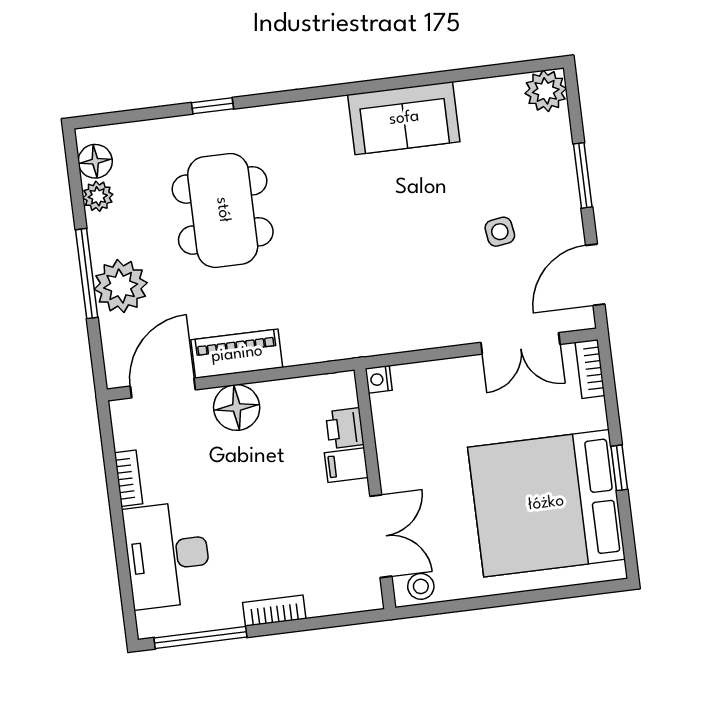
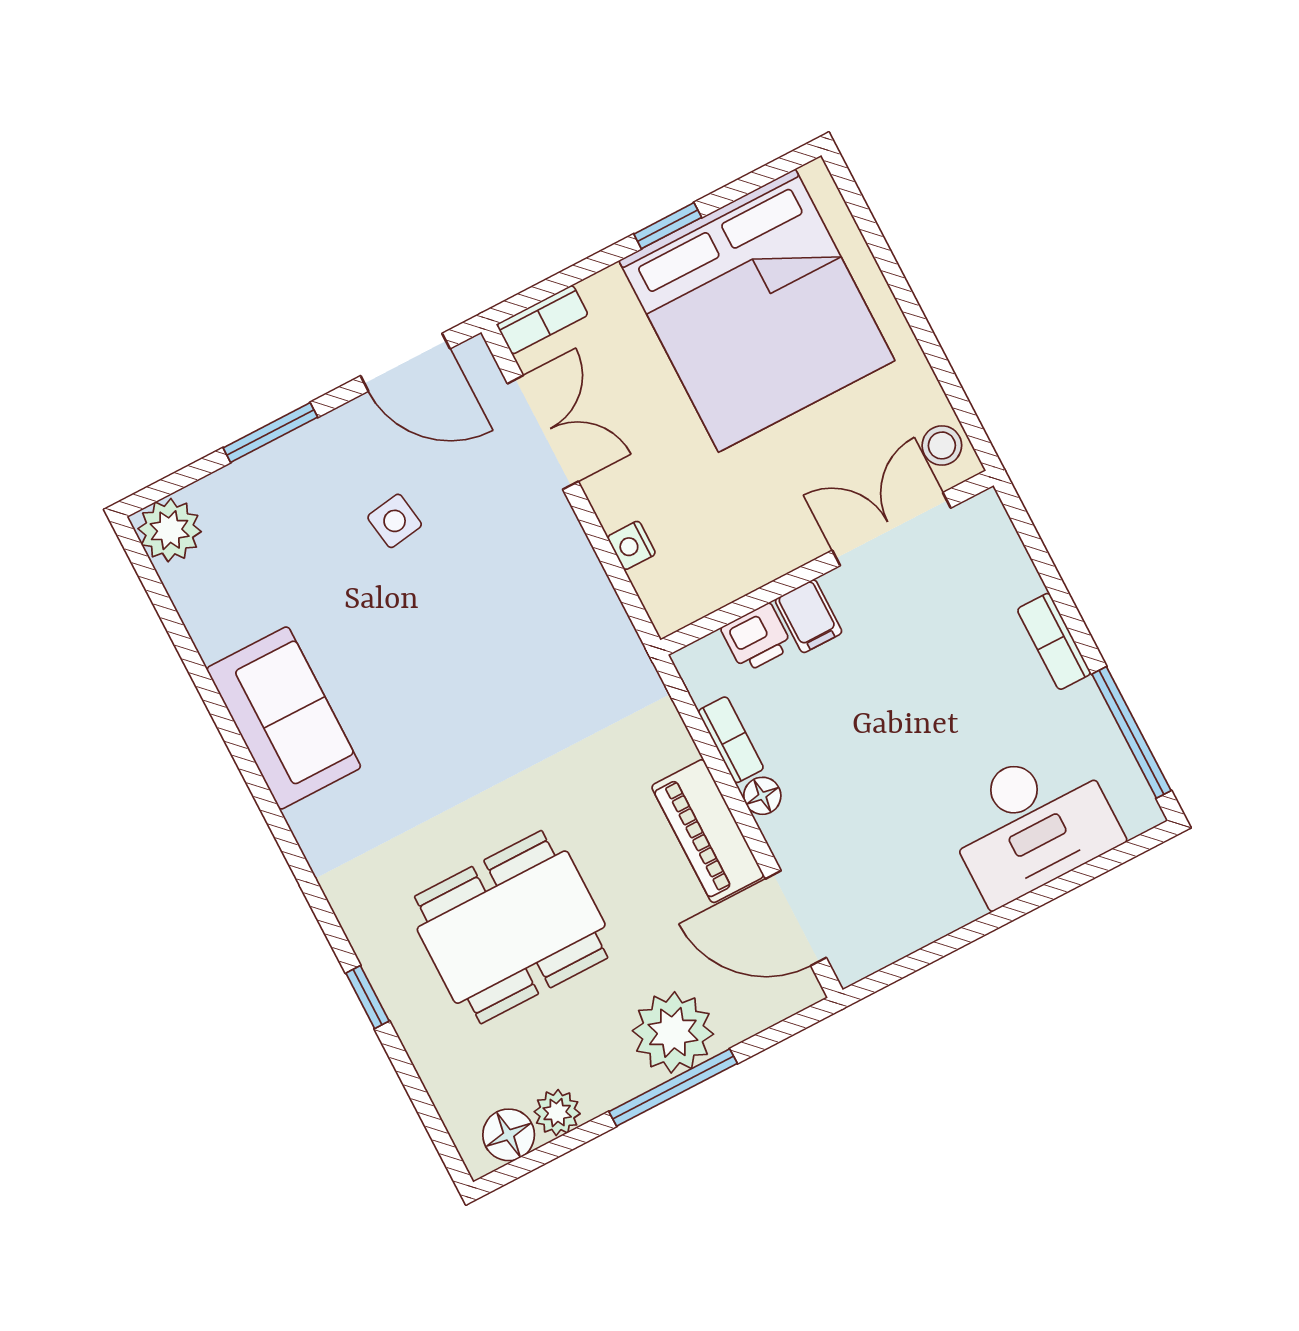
nightstand: (379, 379) -> (632, 545), moved, turned 90
floor lamp: (237, 407) -> (762, 796), width x0.53, depth x0.53
bookcase: (129, 478) -> (731, 740), moved, turned 90

